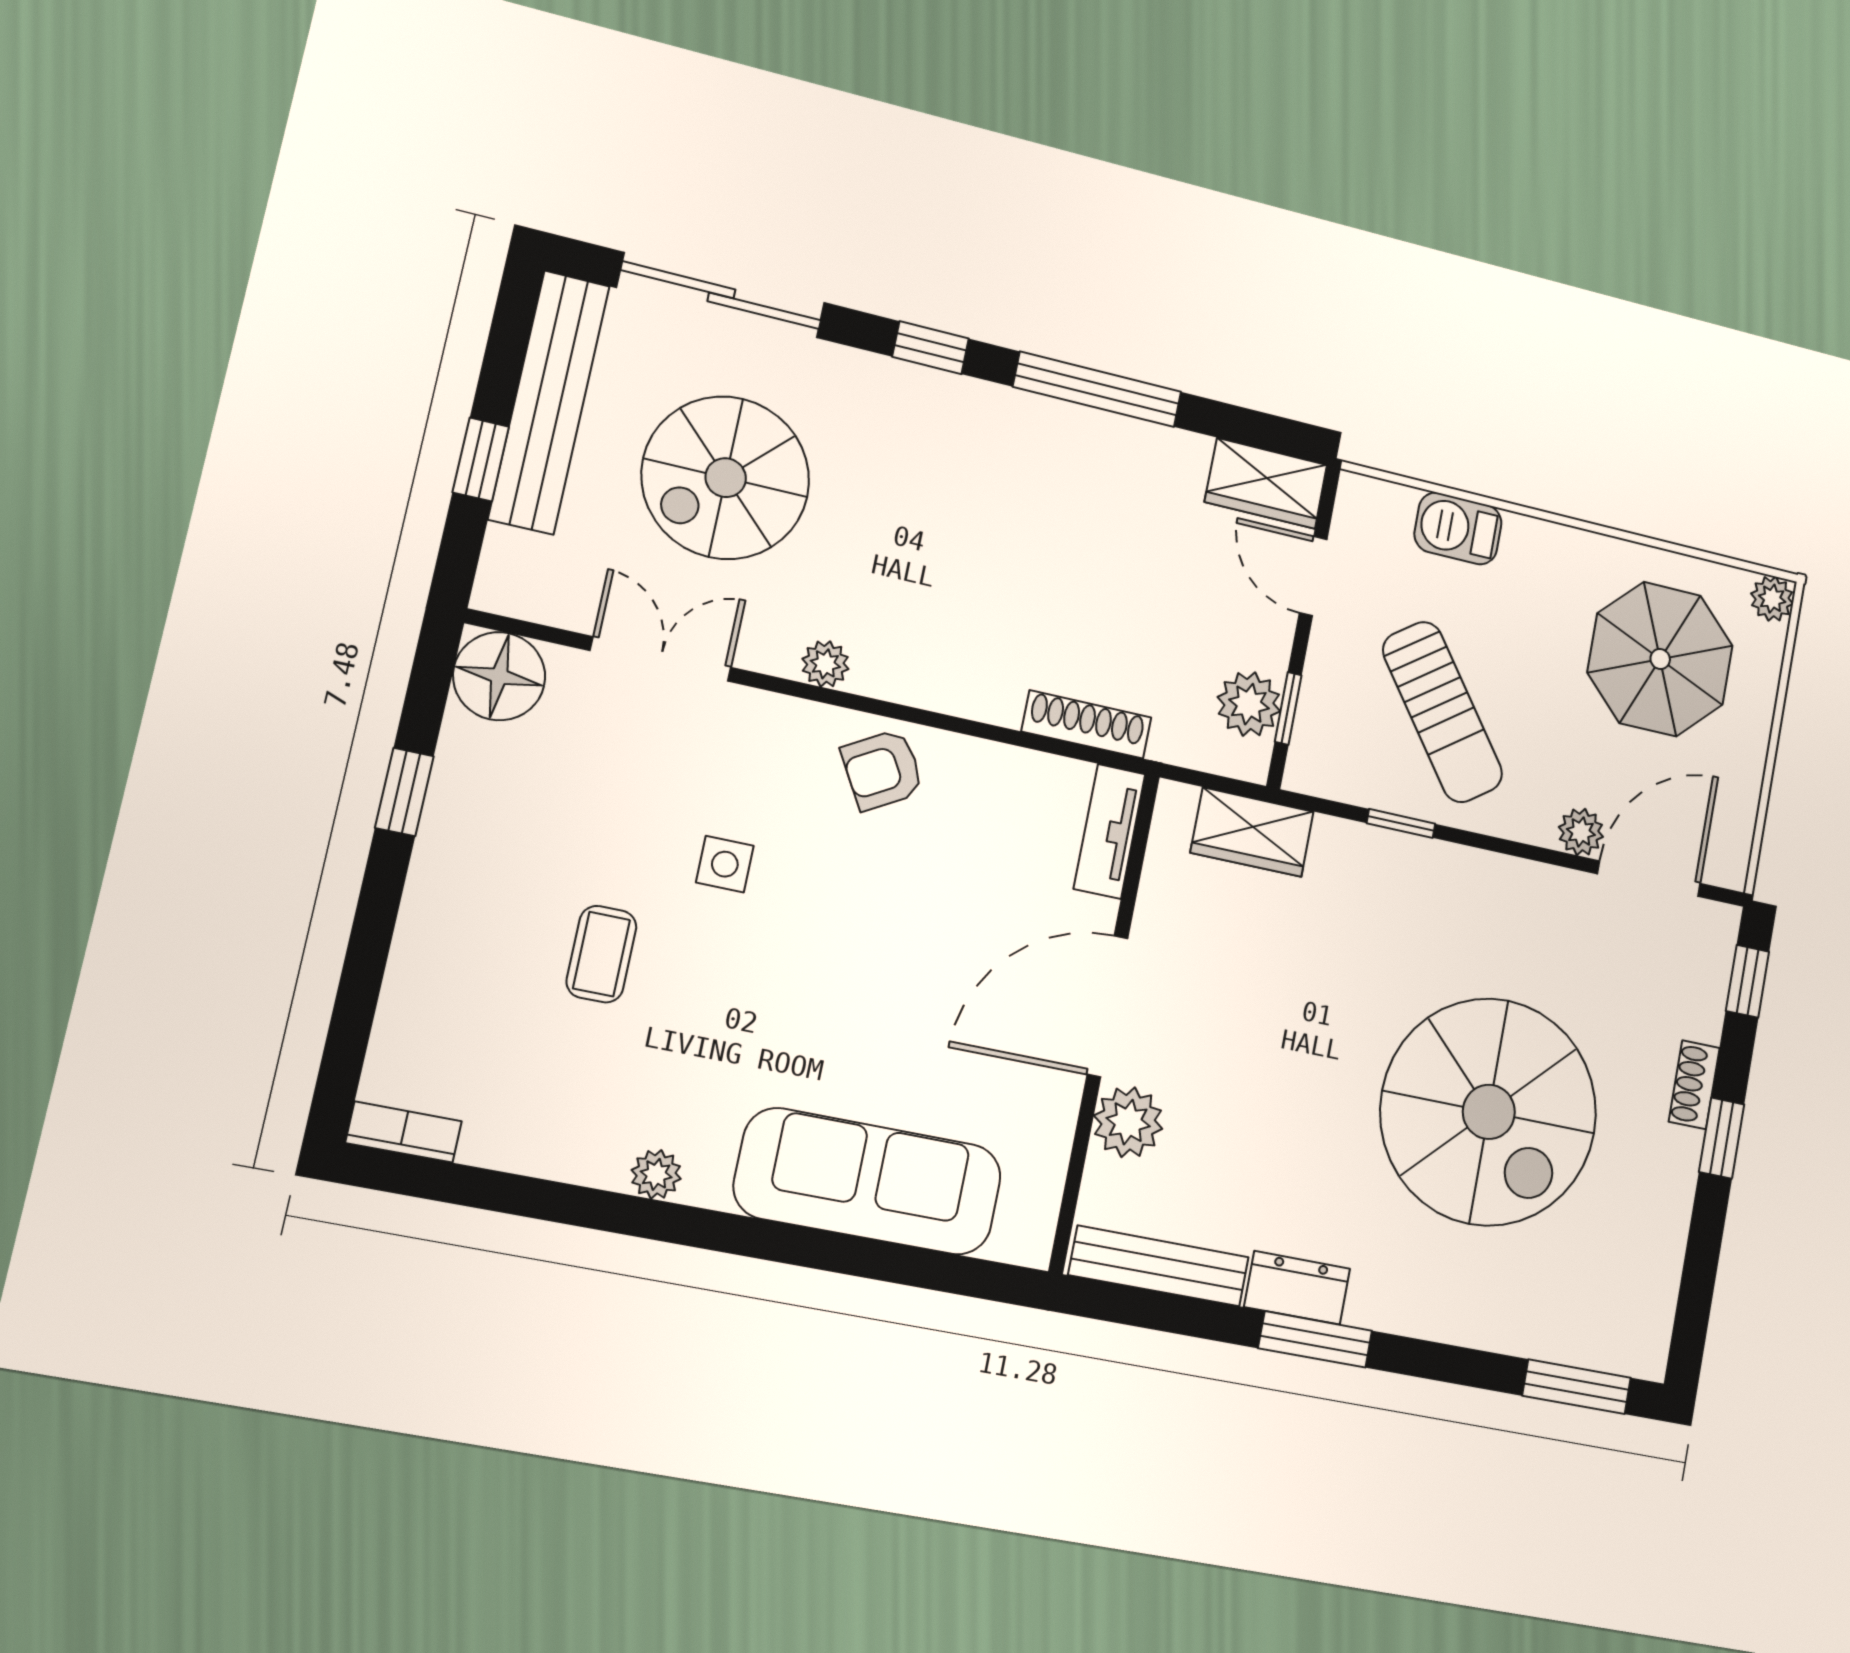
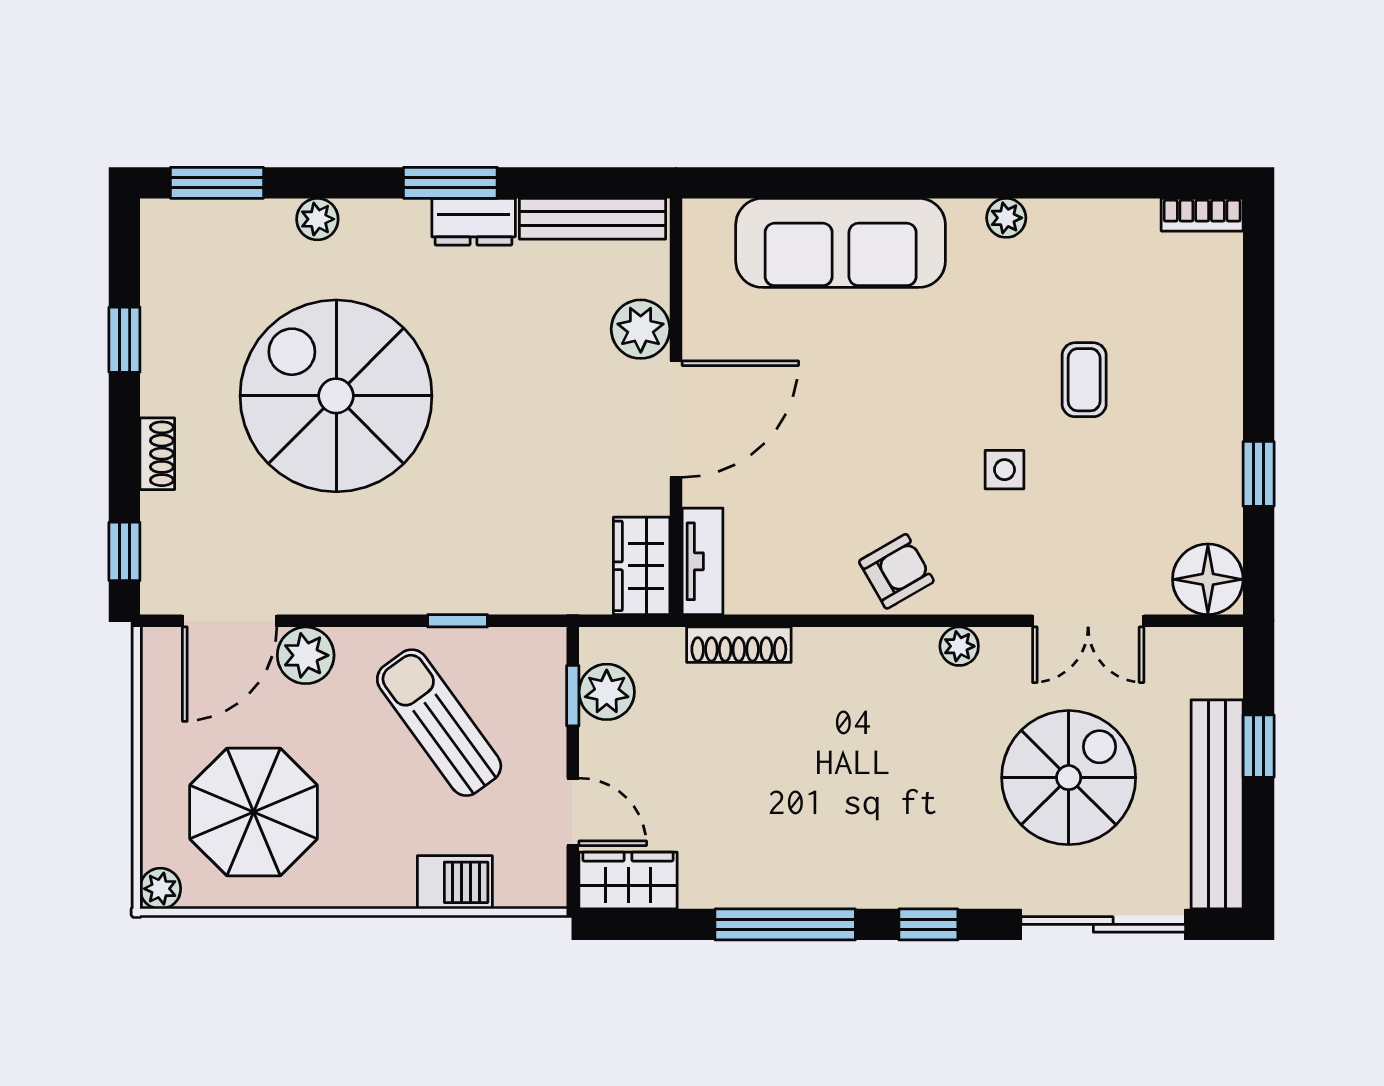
wardrobe: (1252, 832) -> (642, 566), moved, turned -90
plant: (1581, 832) -> (306, 655), width x1.38, depth x1.38
window: (1722, 1138) -> (124, 340), moved
plant: (1473, 1324) -> (317, 219), added

